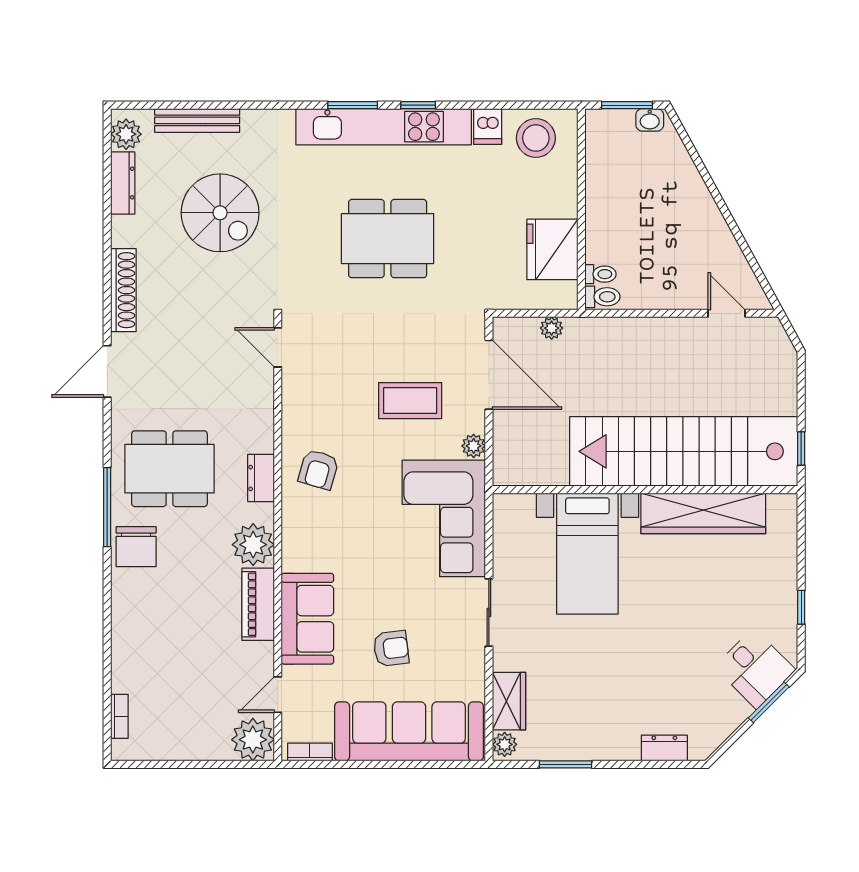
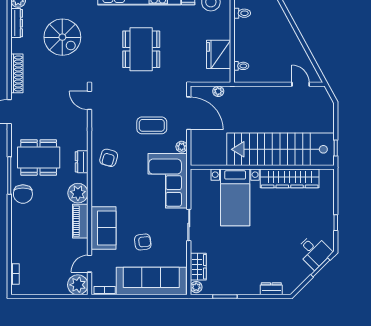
dining table: (388, 239) -> (141, 49), turned 90
toilet: (602, 297) -> (242, 13), moved

